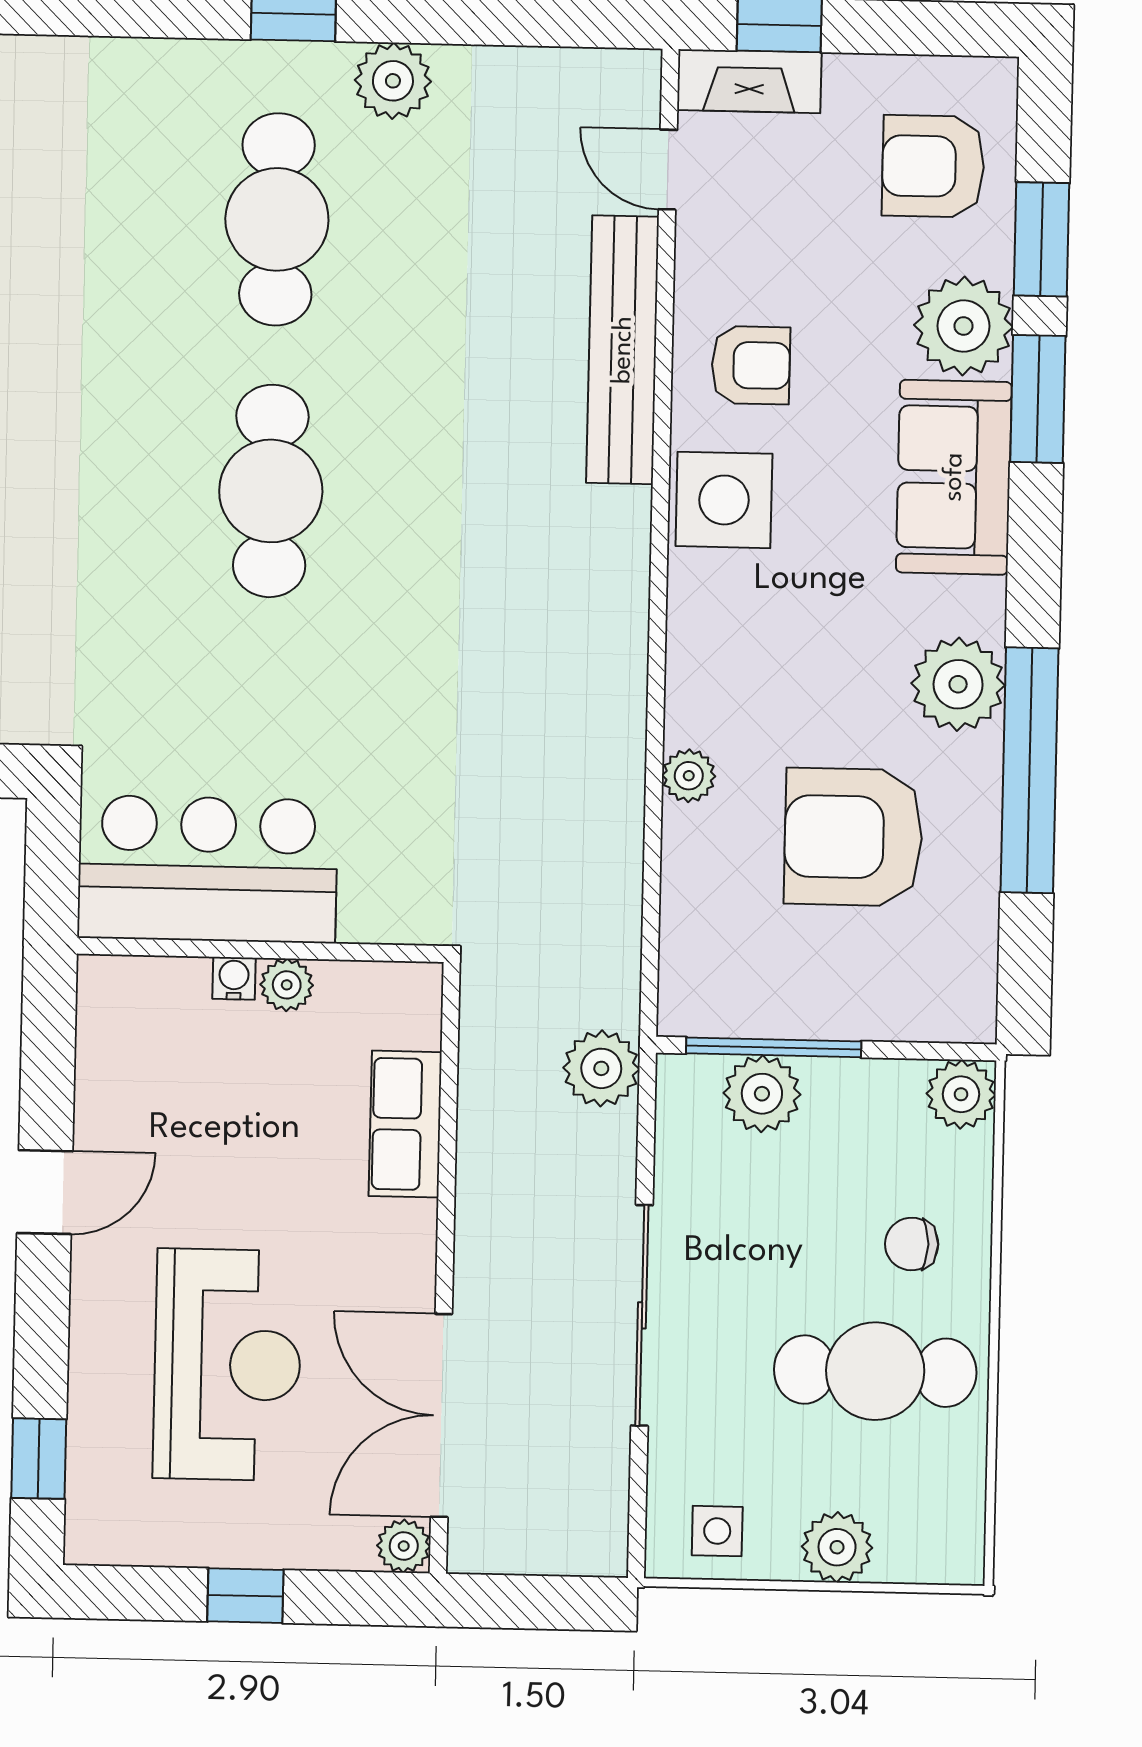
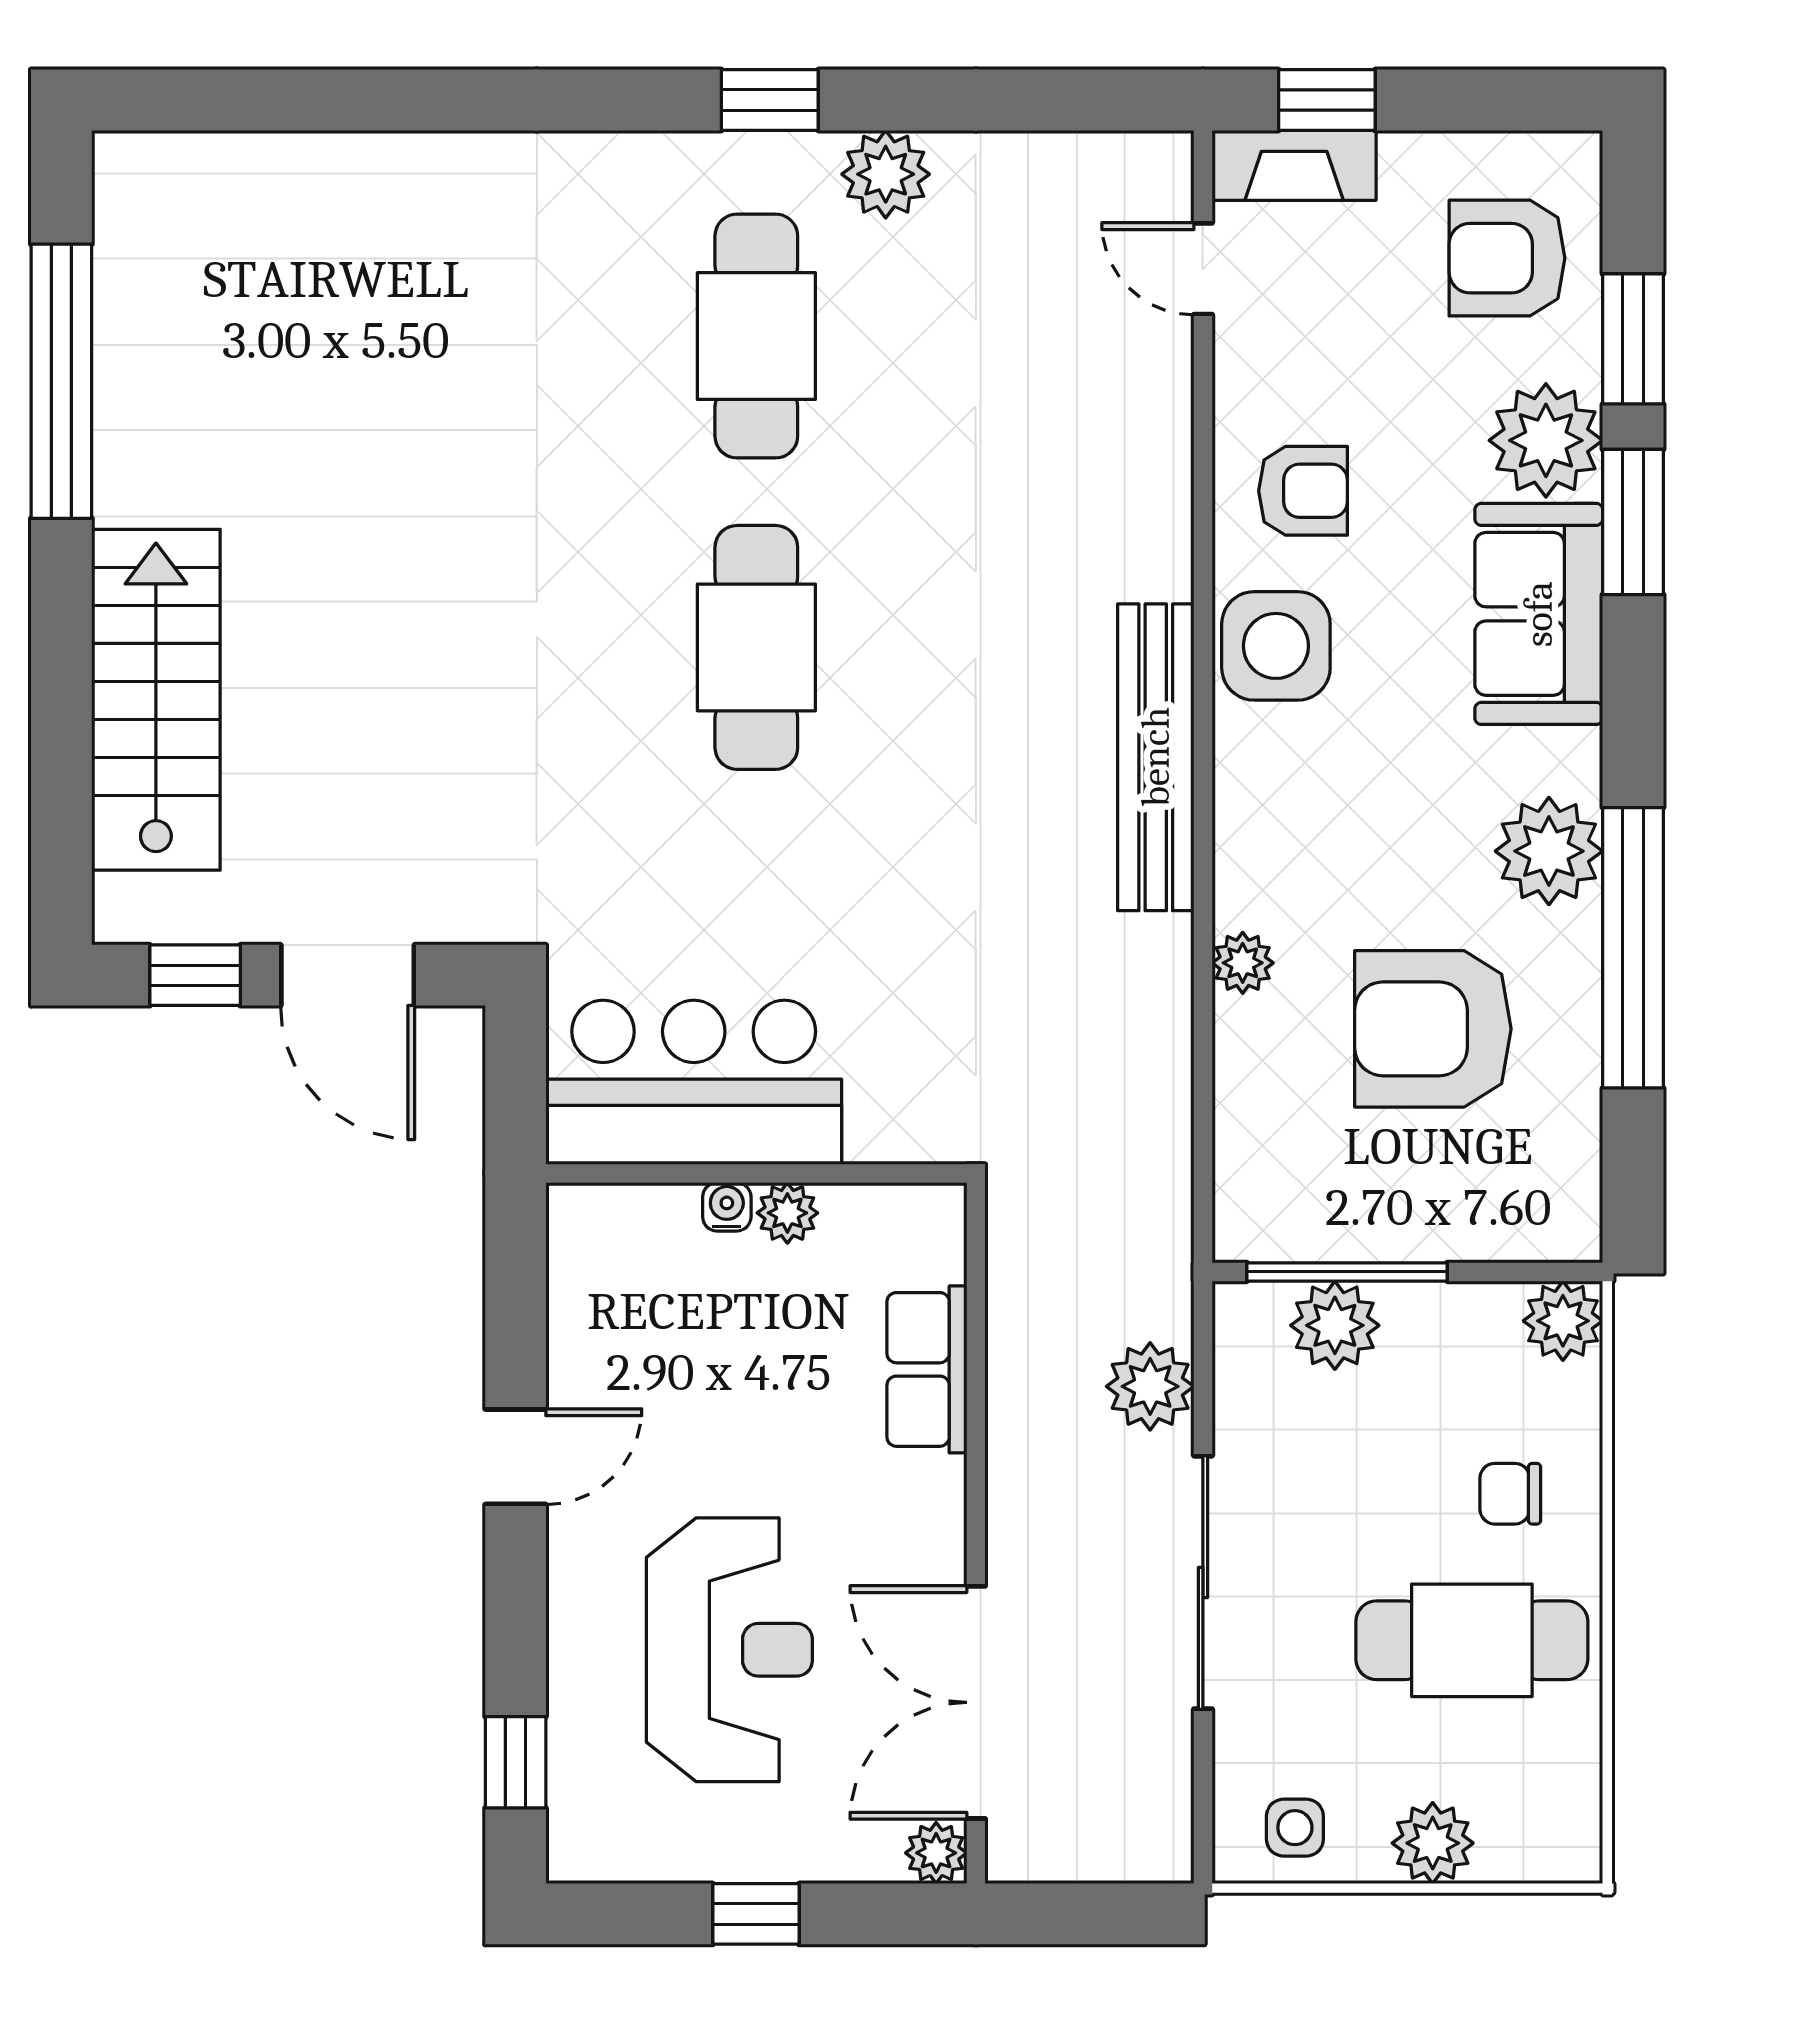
bench: (623, 350) -> (1156, 757), moved
plant: (601, 1068) -> (1150, 1386), moved

